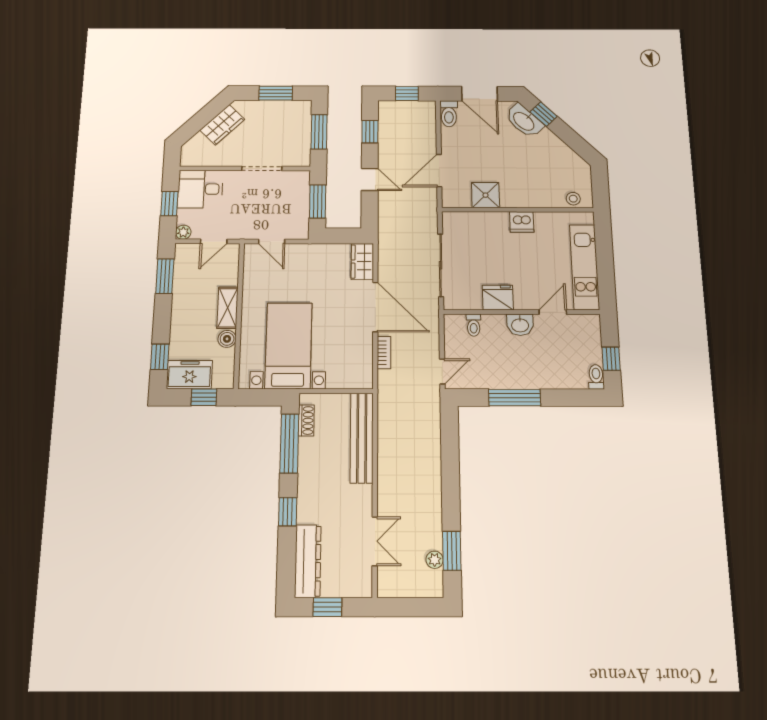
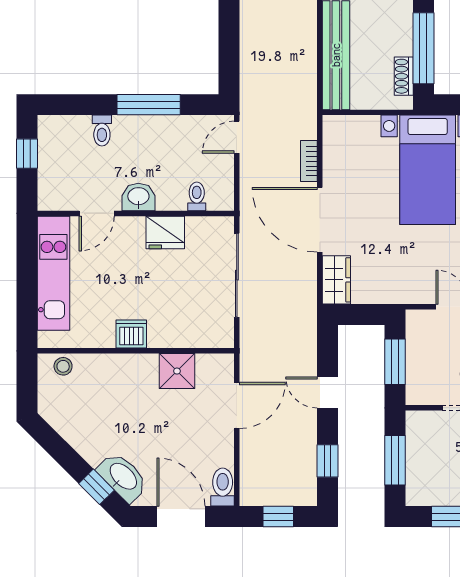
toilet: (596, 377) -> (102, 131), moved

